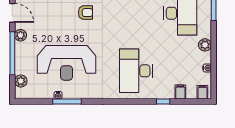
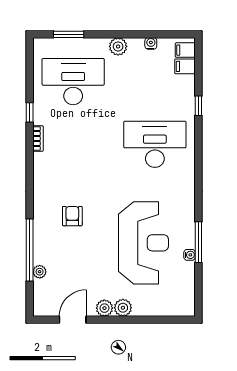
window: (12, 53) -> (130, 320), removed
desk: (136, 71) -> (155, 144), turned 180
plant: (21, 81) -> (123, 308), moved
filing cabinet: (180, 92) -> (185, 66), moved

